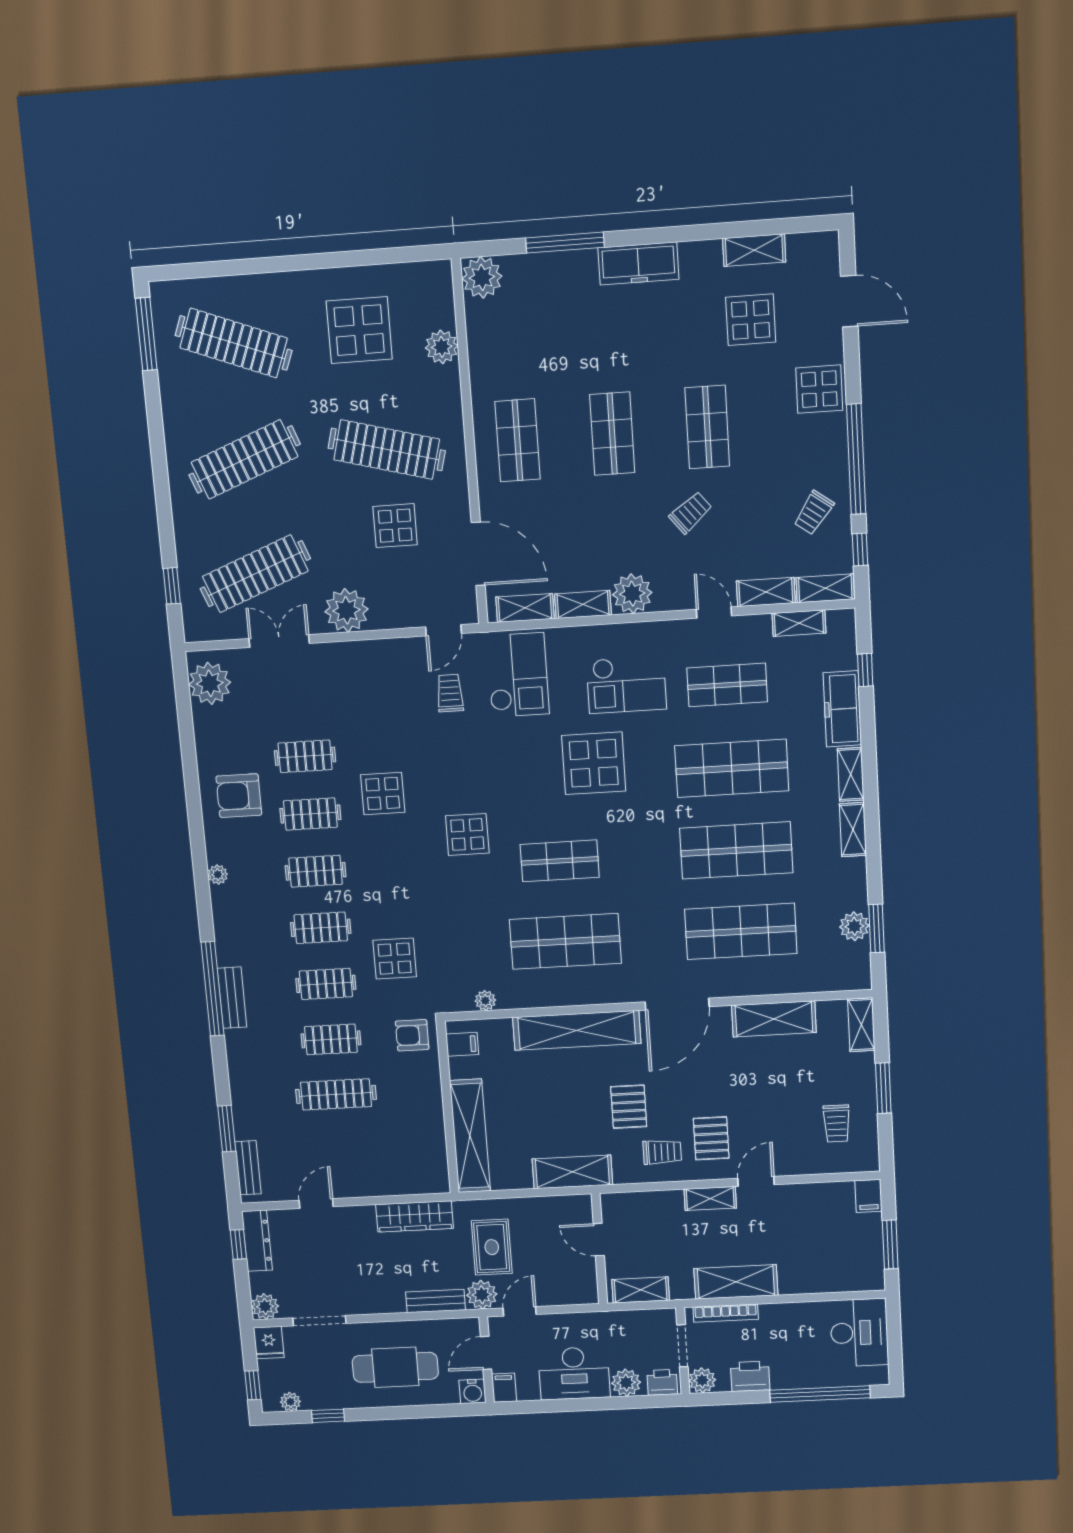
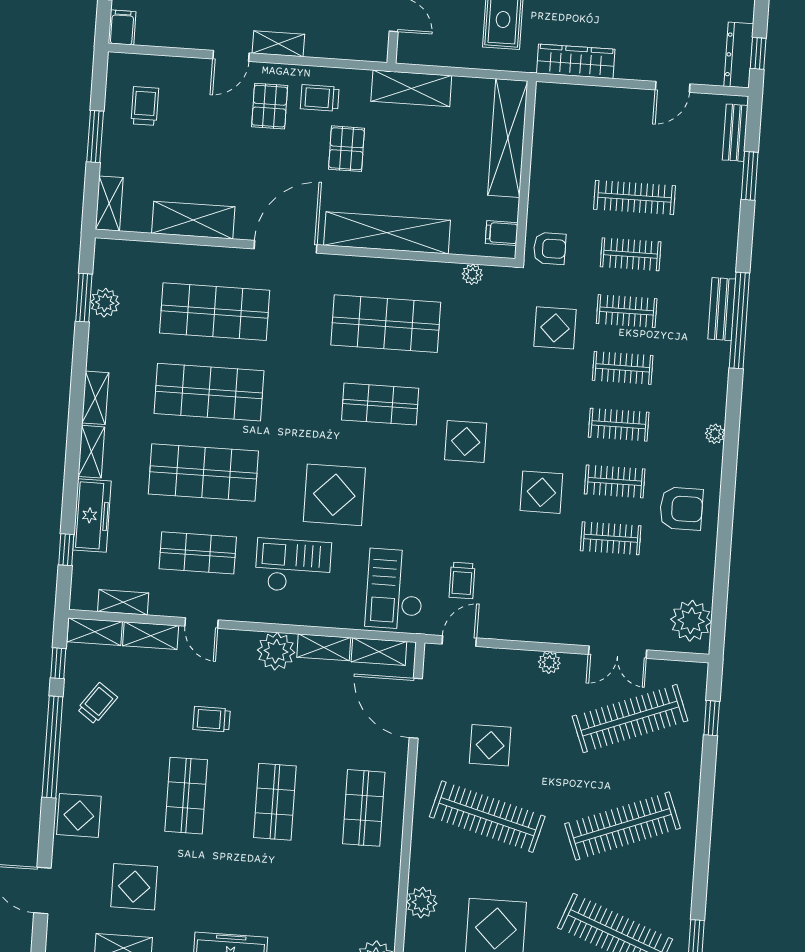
trolley: (691, 513) -> (212, 719), turned 39
plant: (346, 610) -> (549, 663), width x0.53, depth x0.53

